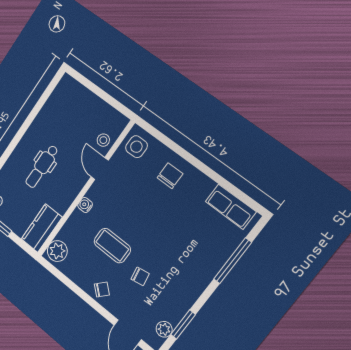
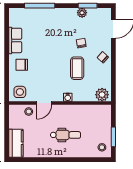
row of seats: (231, 207) -> (15, 40), moved
kitchen counter: (42, 228) -> (16, 143), moved, turned -90
plant: (164, 329) -> (82, 13), moved

